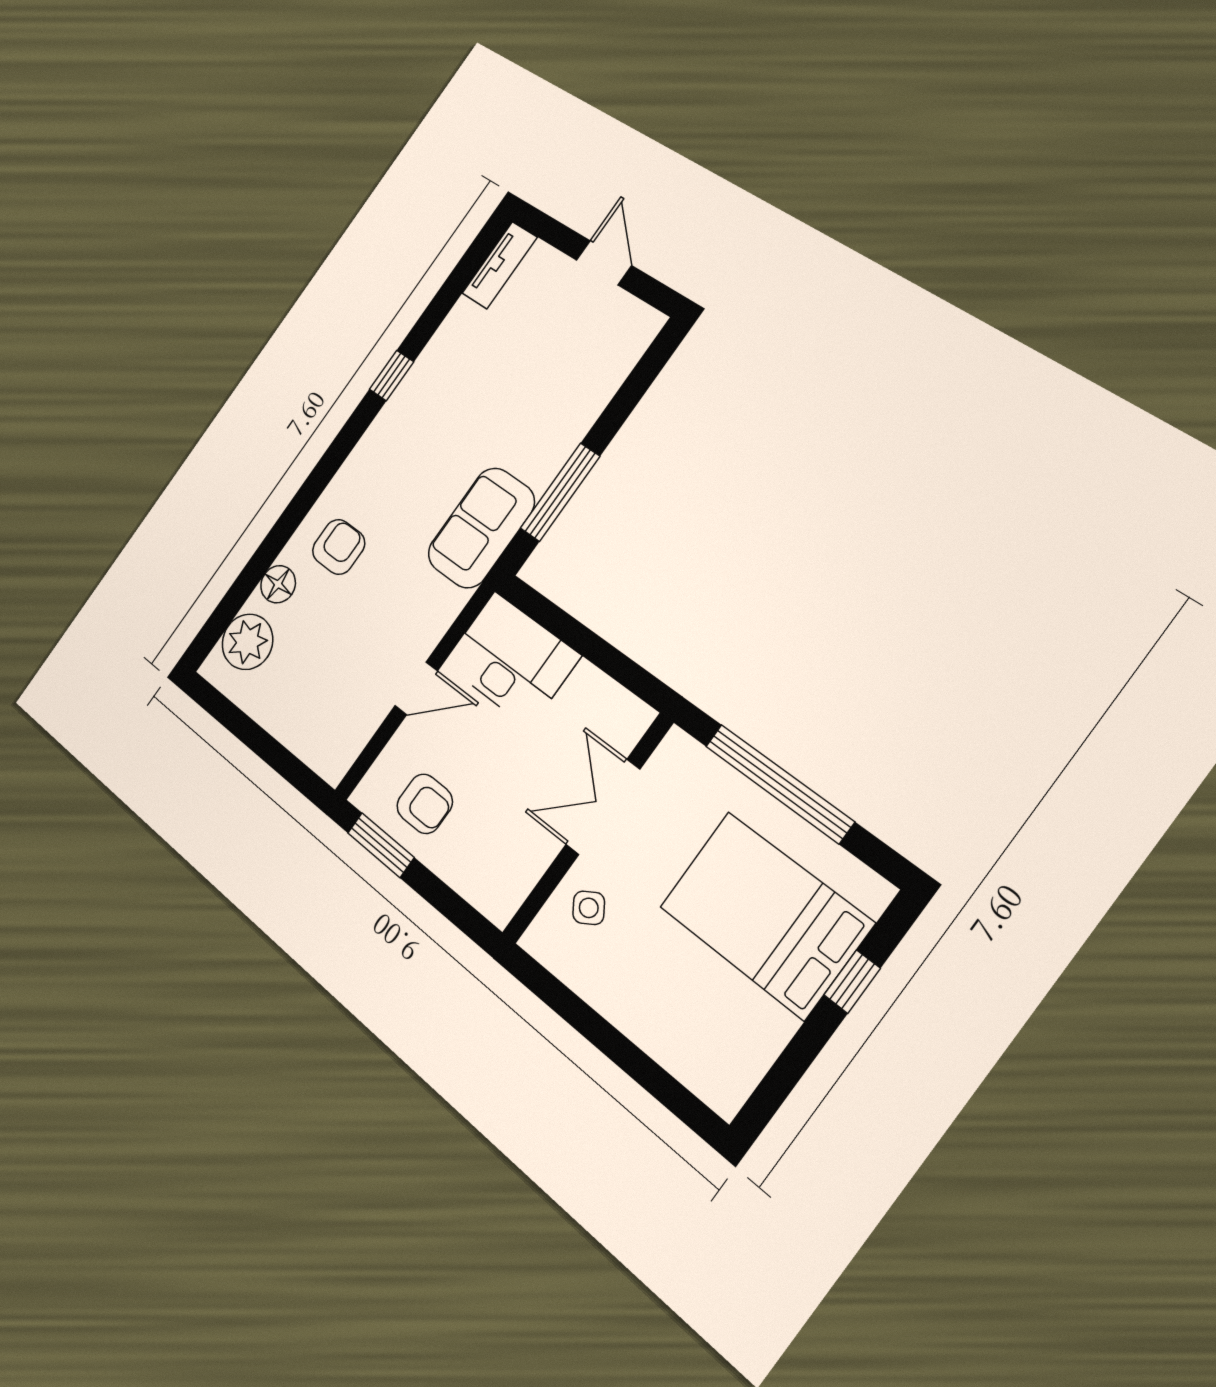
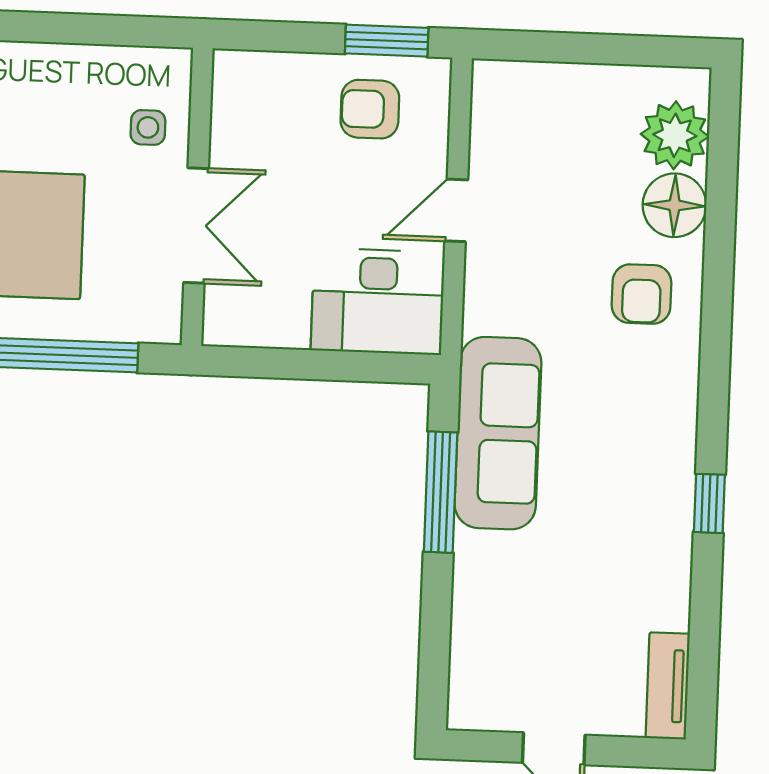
sofa: (481, 528) -> (498, 433), width x1.36
floor lamp: (278, 584) -> (674, 205), width x1.38, depth x1.38
side table: (589, 908) -> (148, 127), turned 33

